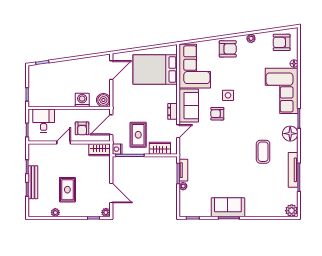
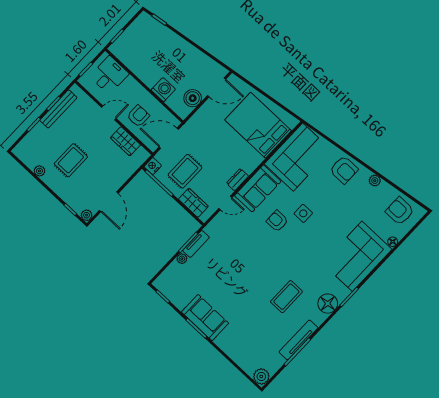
boiler: (103, 100) -> (193, 98), moved
armchair: (82, 128) -> (138, 116), turned 180
wardrobe: (100, 150) -> (125, 141), moved
bench: (33, 182) -> (58, 109), moved

